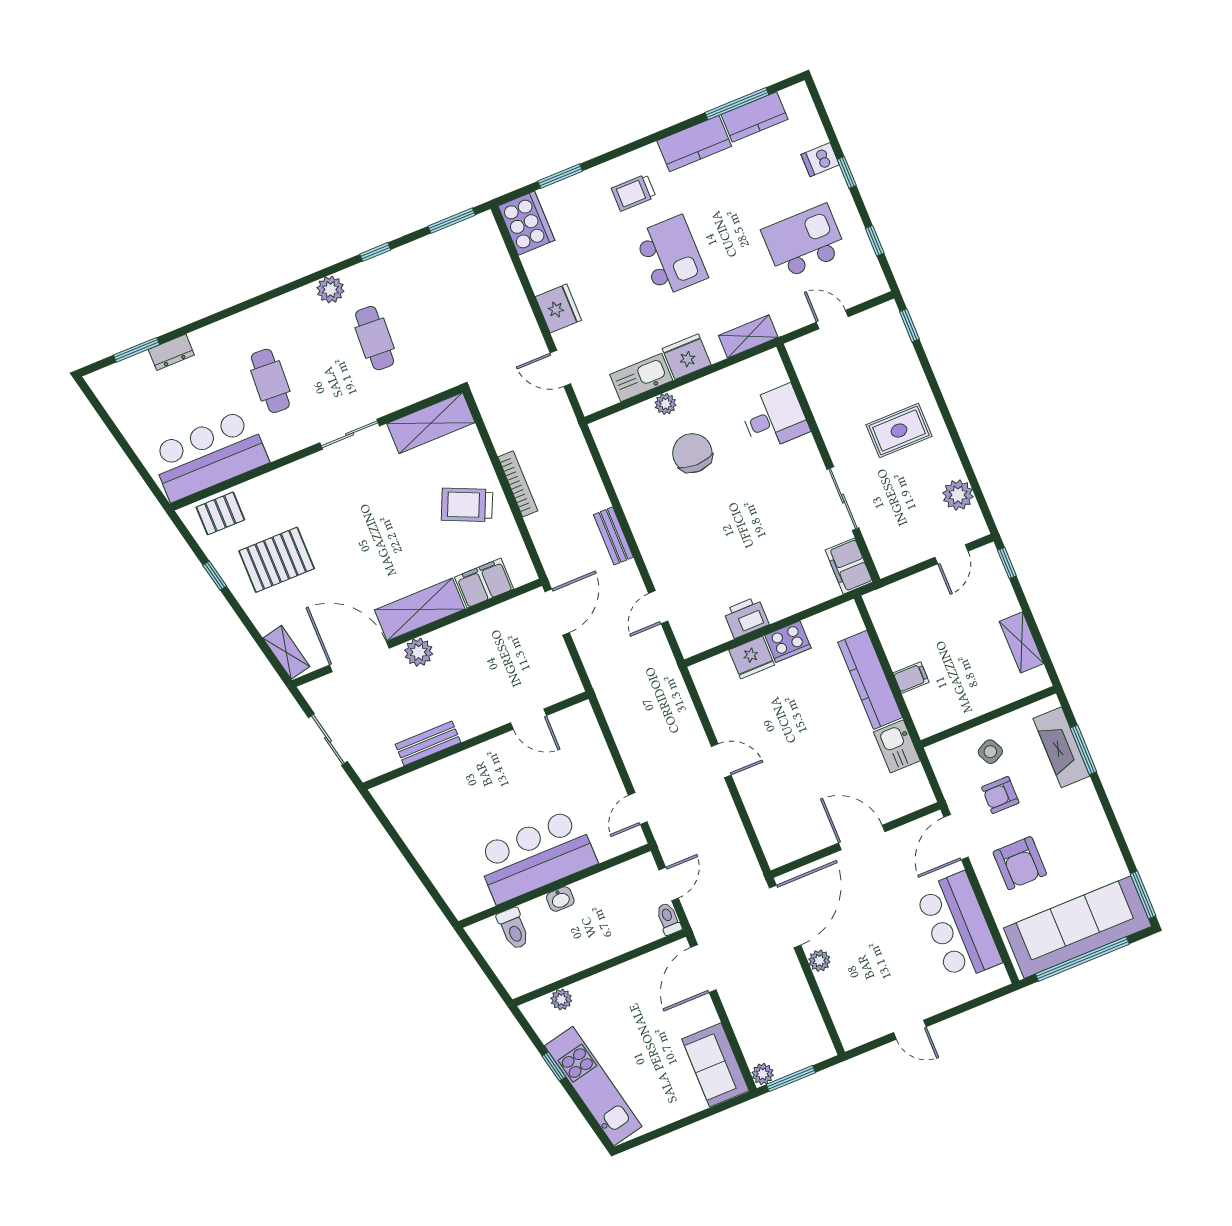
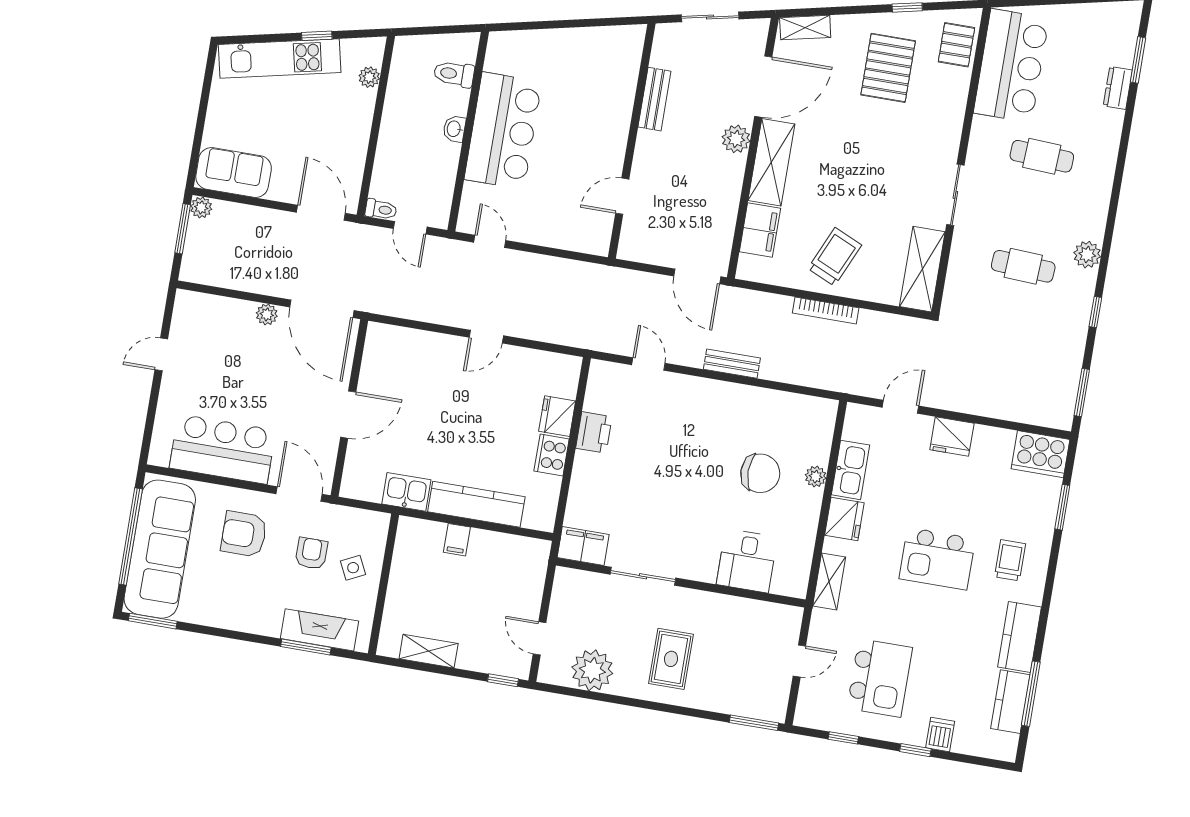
window: (909, 325) -> (754, 723), width x1.50
plant: (958, 495) -> (592, 670), width x1.36, depth x1.36

